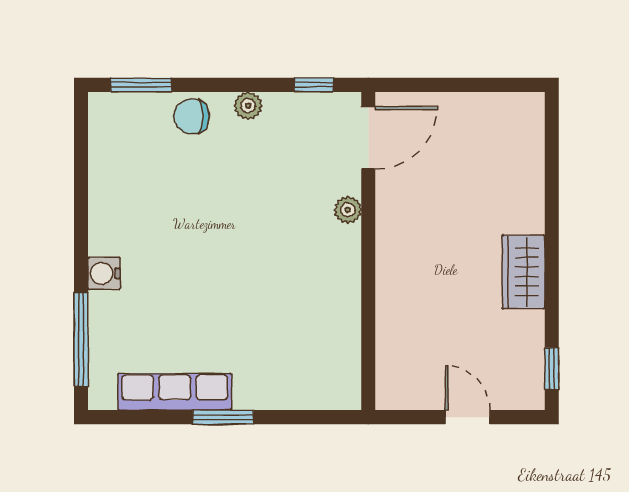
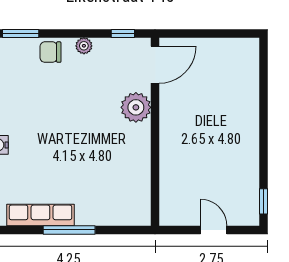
plant: (348, 210) -> (136, 107), width x1.88, depth x1.88
wardrobe: (523, 272) -> (247, 144), removed
window: (223, 417) -> (69, 230), width x1.44

